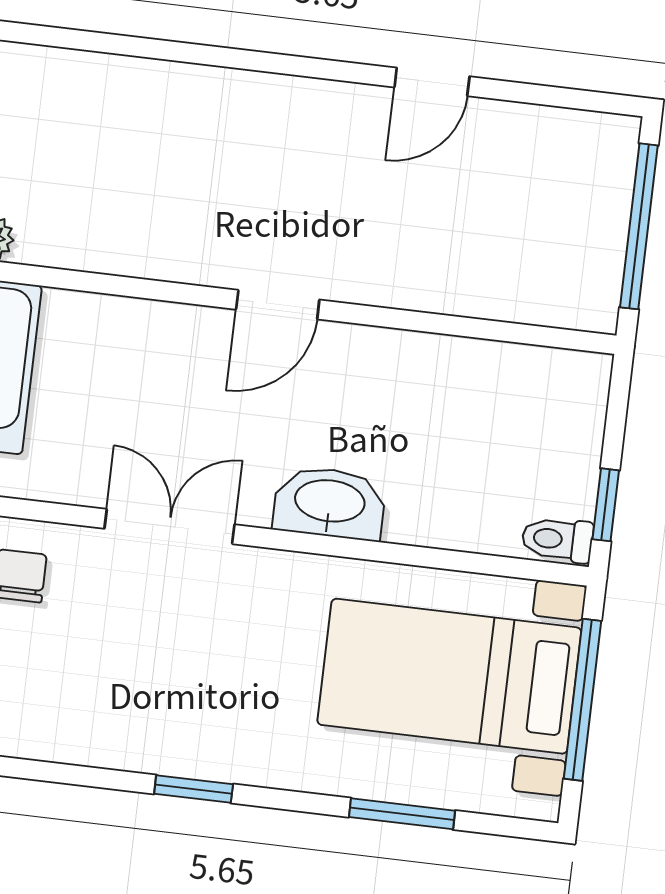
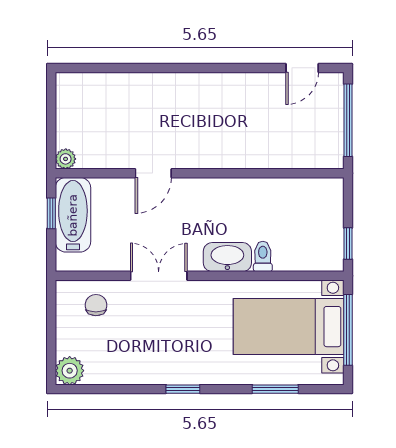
door: (432, 82) -> (302, 68), moved
door: (278, 305) -> (153, 173), moved
toilet: (557, 539) -> (263, 256), moved, turned 90

